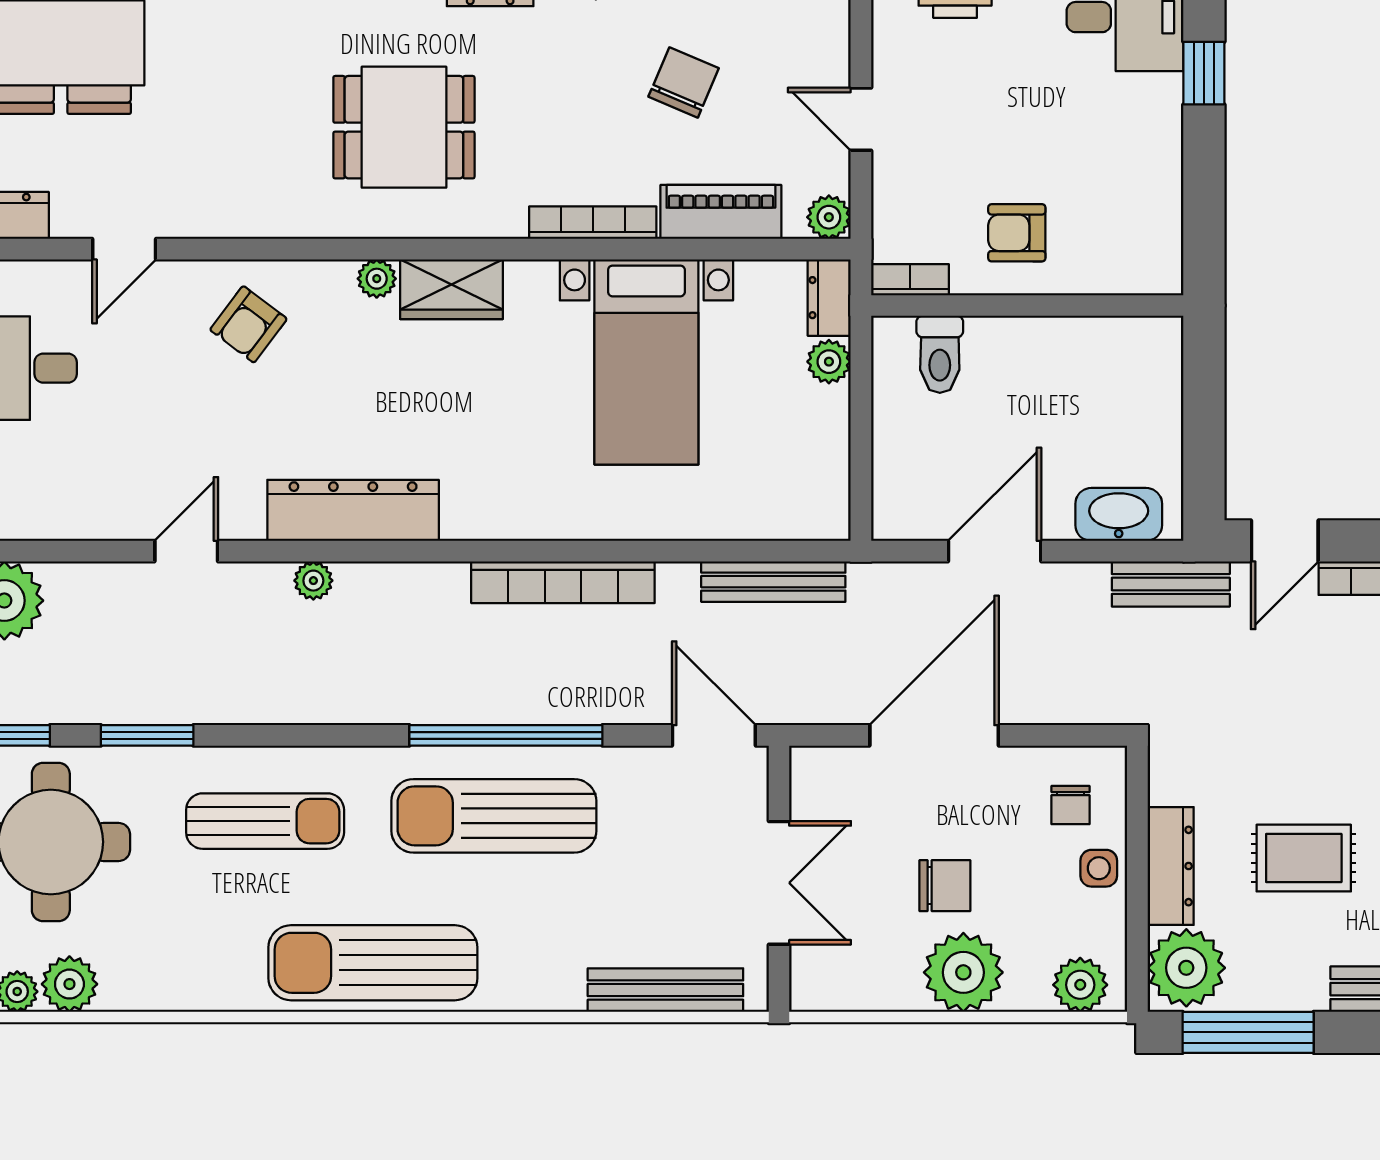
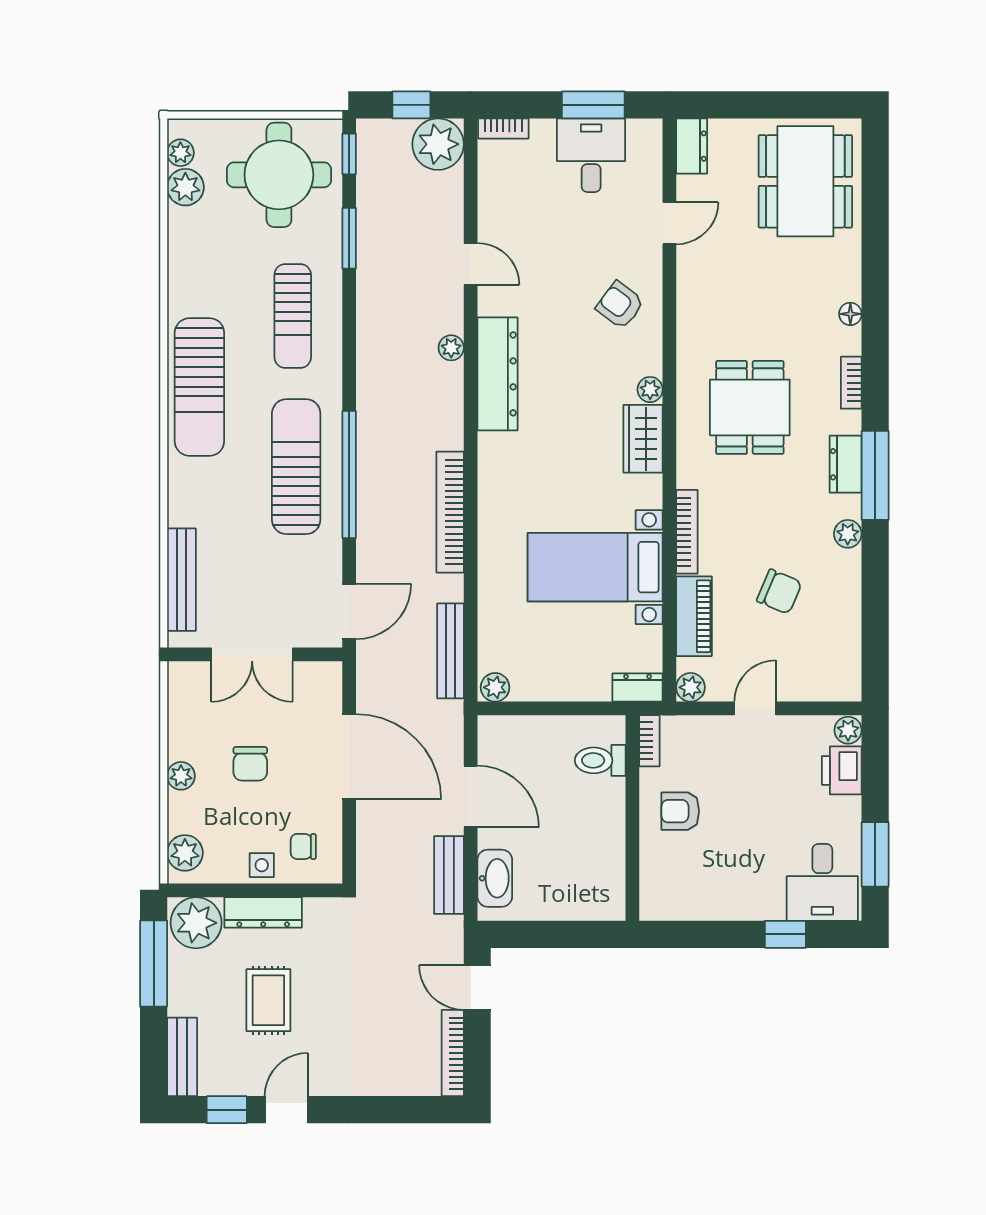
armchair: (1017, 233) -> (680, 811), turned -90
door: (124, 249) -> (669, 223), swing flipped
plant: (829, 362) -> (495, 687), moved
bench: (1171, 584) -> (449, 875), moved
sun lounger: (373, 963) -> (199, 387), turned 180
plant: (963, 972) -> (181, 776), width x0.53, depth x0.53

